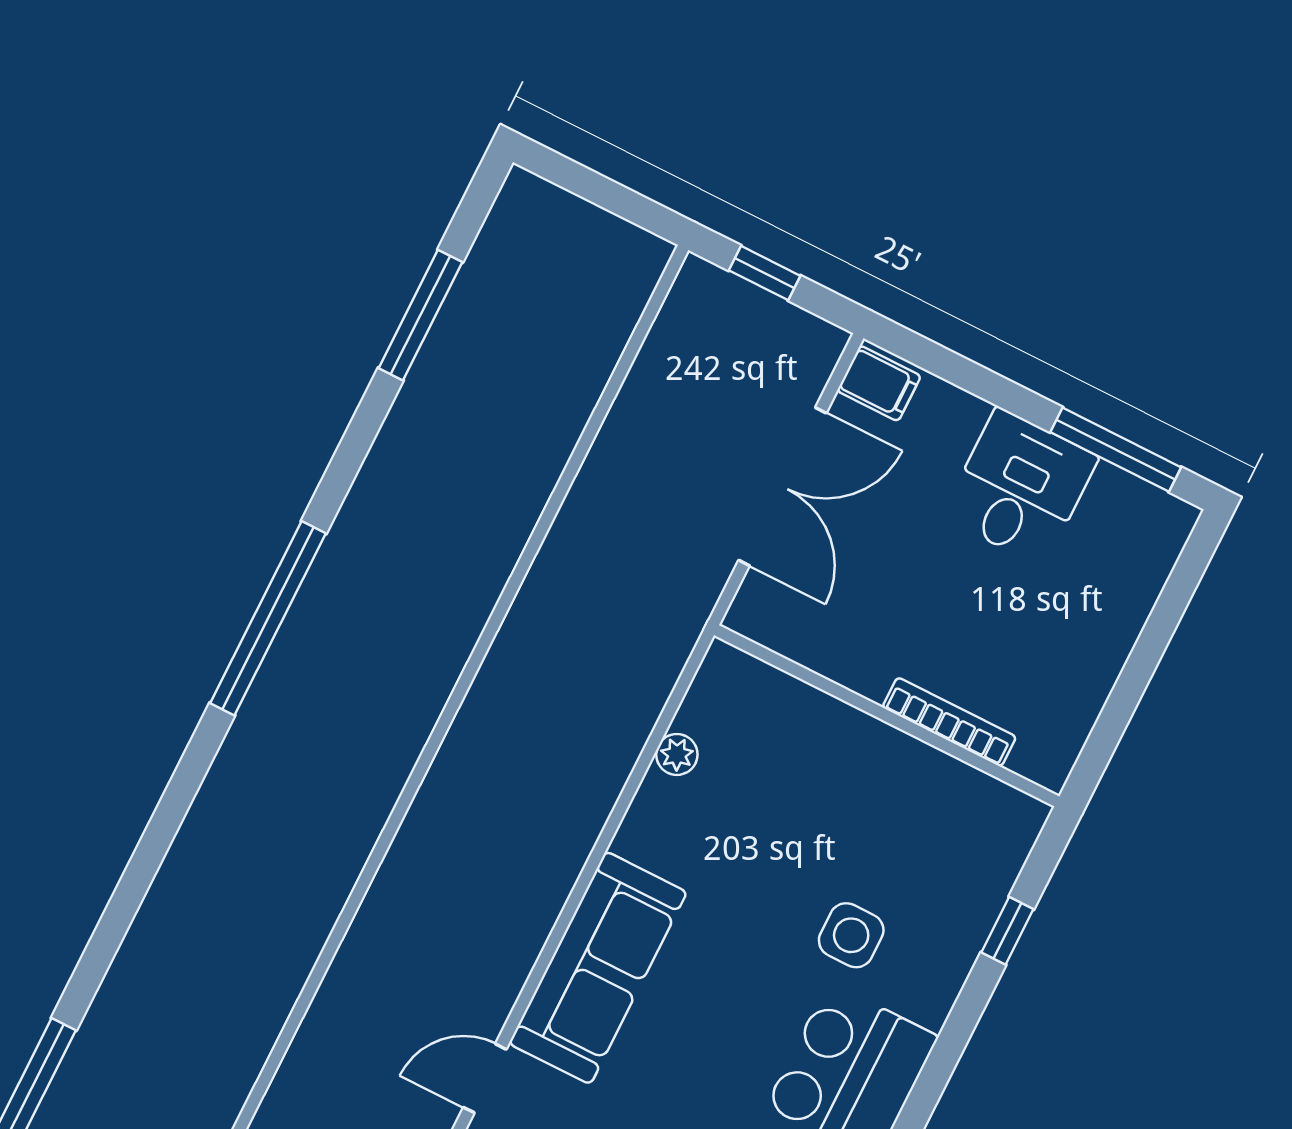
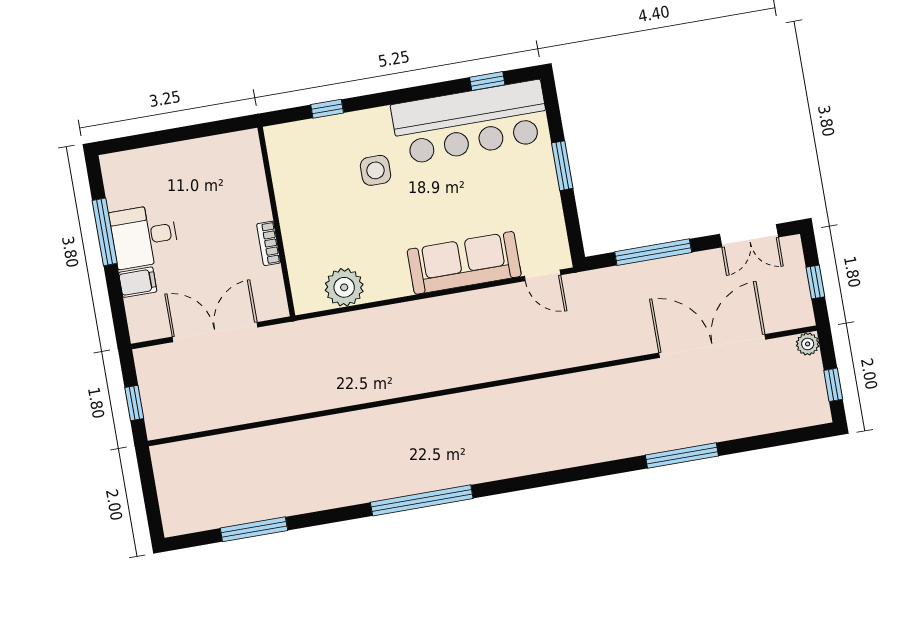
filing cabinet: (879, 383) -> (138, 282), moved, turned 90
window: (1116, 450) -> (105, 232), moved
bookcase: (949, 722) -> (269, 243), moved, width x0.64
plant: (677, 754) -> (344, 287), width x1.87, depth x1.87

